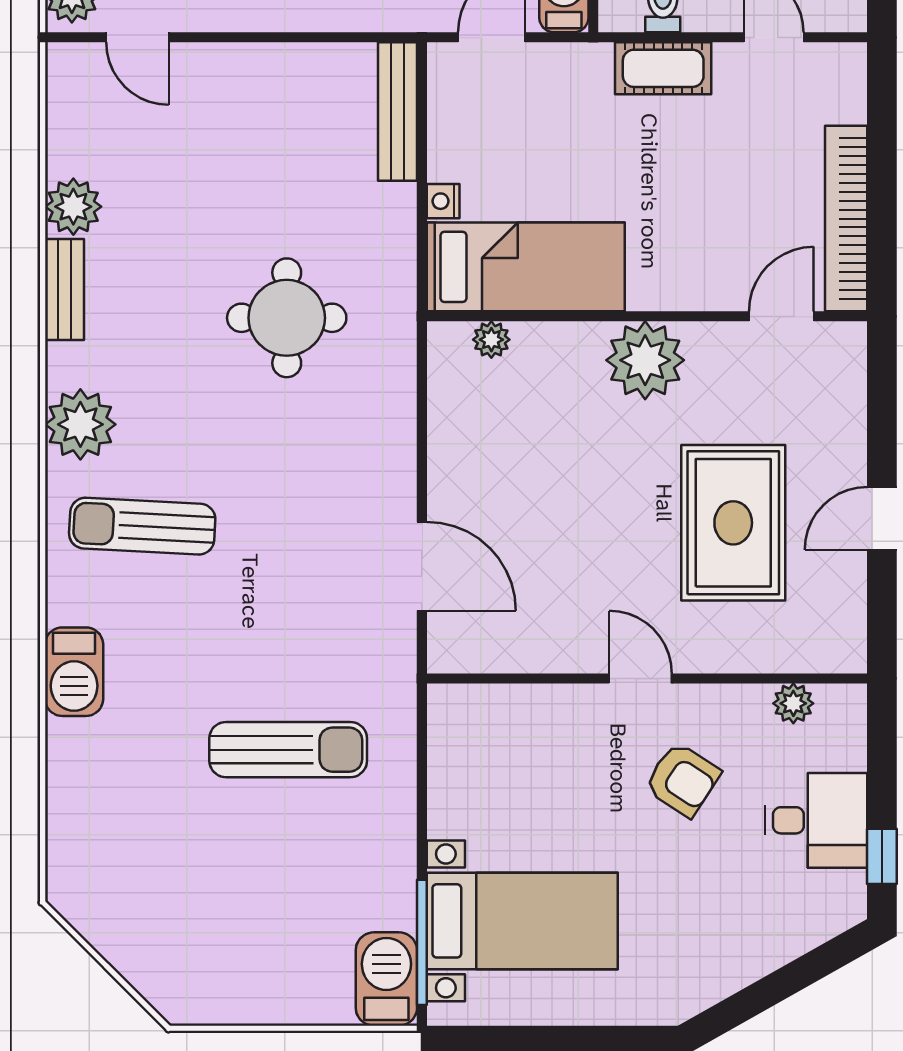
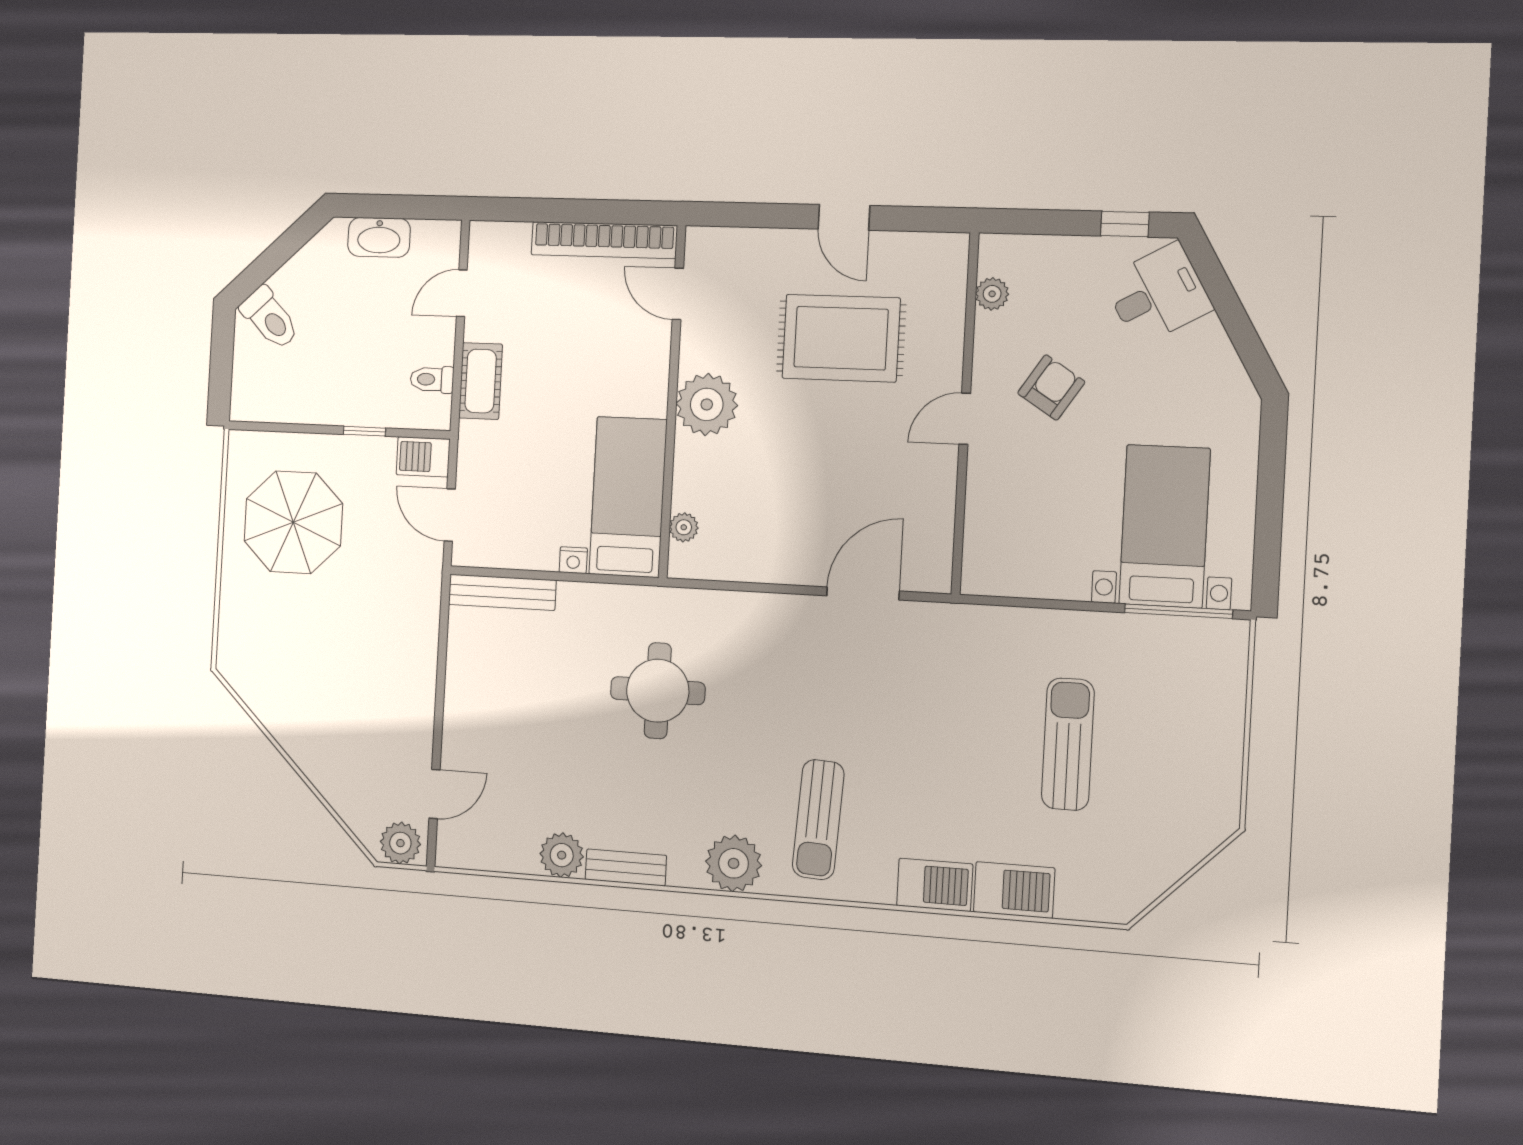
sun lounger: (288, 750) -> (1068, 744), moved
desk: (816, 820) -> (1158, 294), moved, turned 61
barbecue: (386, 979) -> (1014, 890), moved, turned 180

